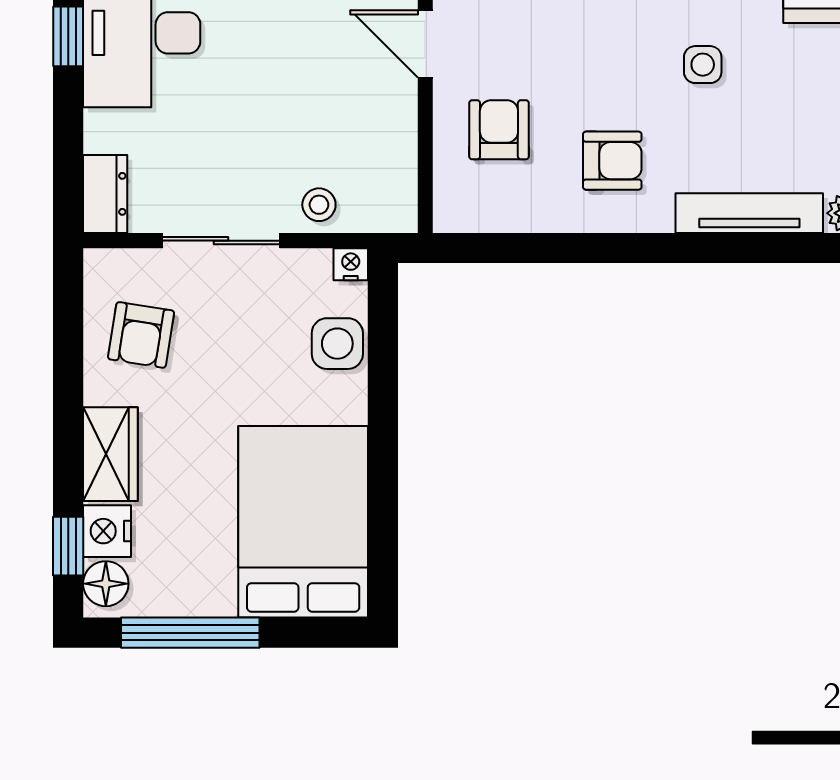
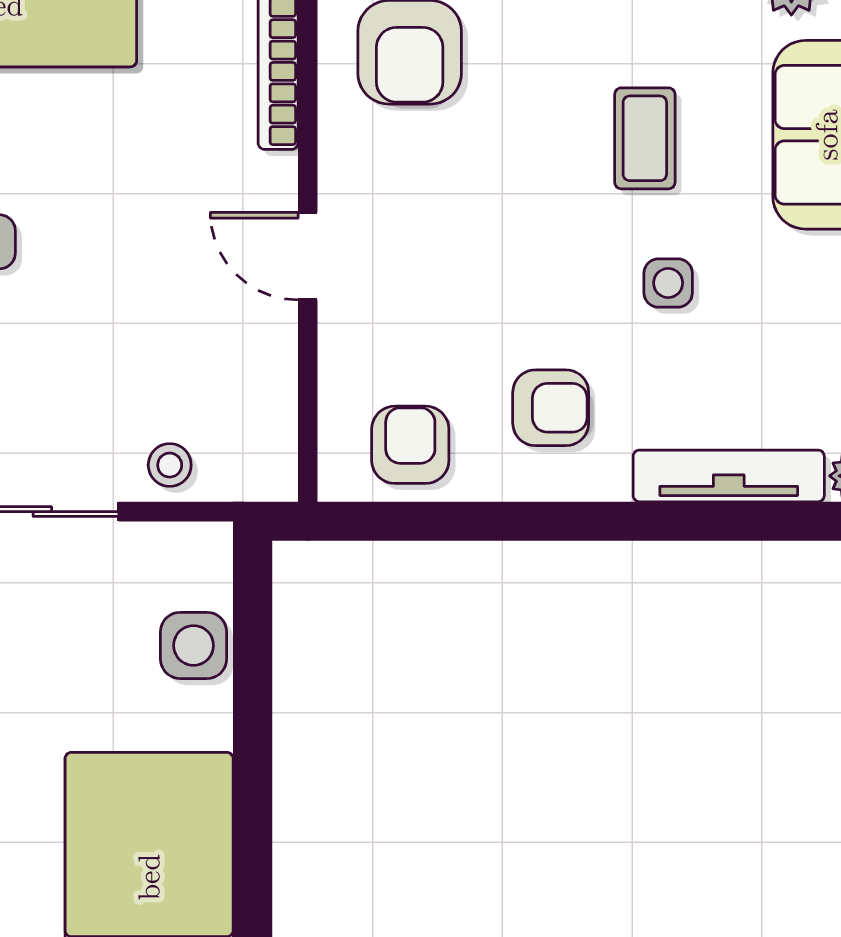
armchair: (499, 130) -> (410, 445), moved
nightstand: (351, 264) -> (211, 542), removed

